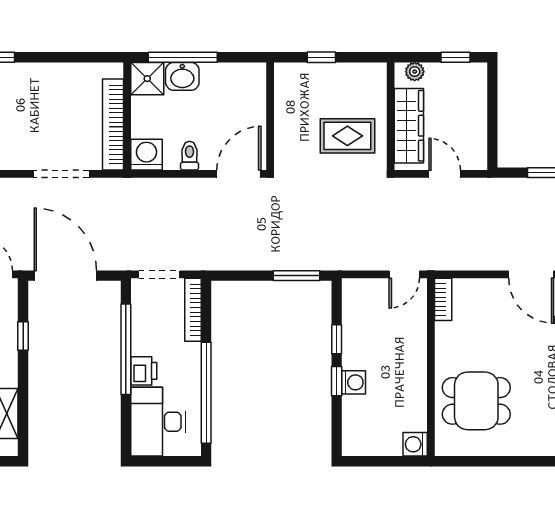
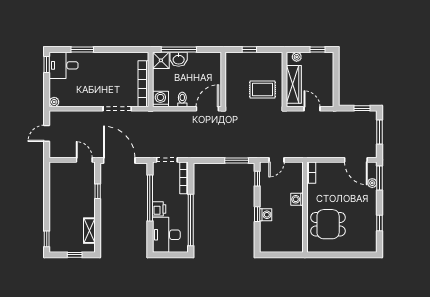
door: (404, 274) -> (277, 160), moved
window: (337, 339) -> (257, 179), moved
washing machine: (415, 444) -> (297, 199), moved

